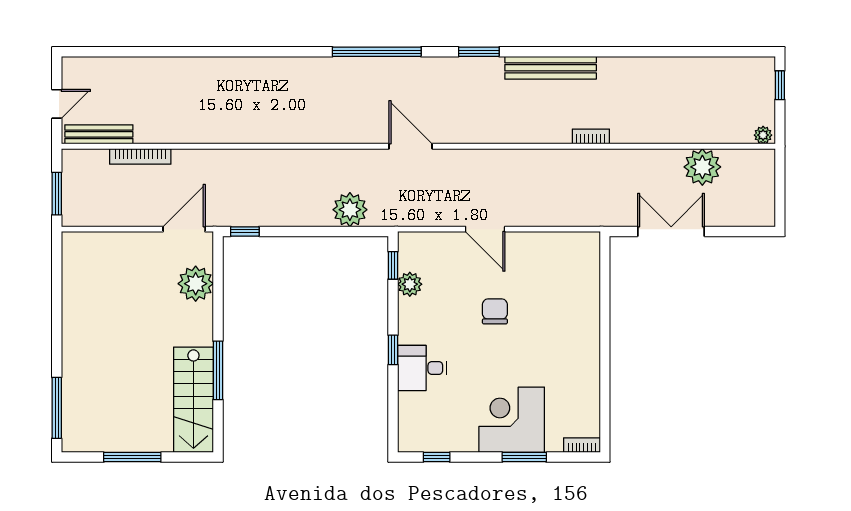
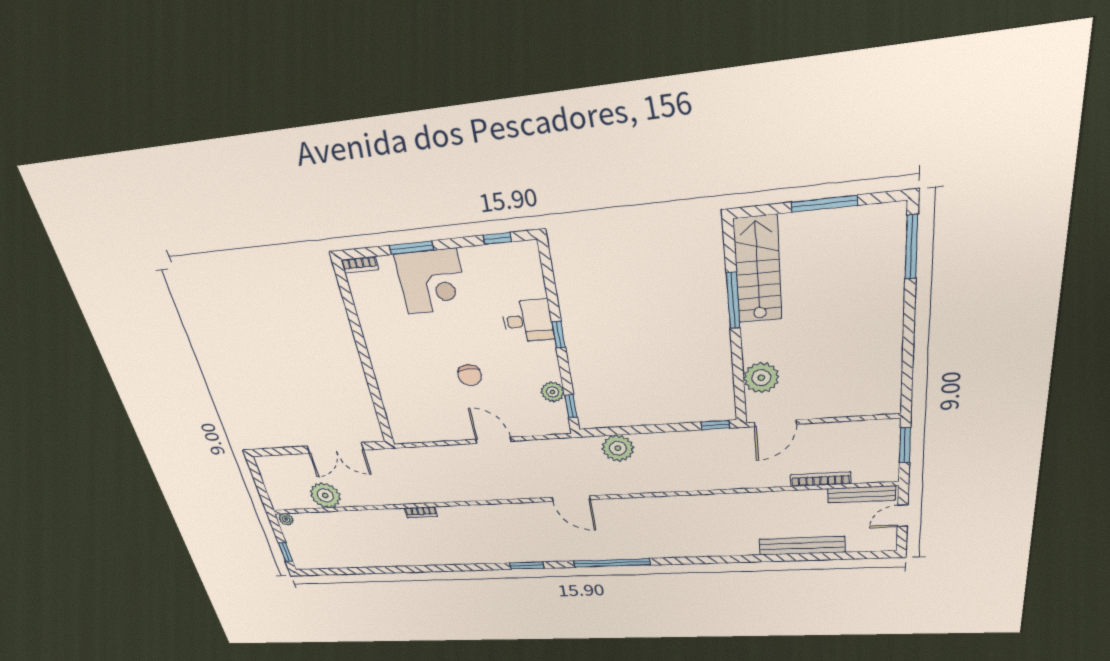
bench: (551, 68) -> (802, 546), moved

